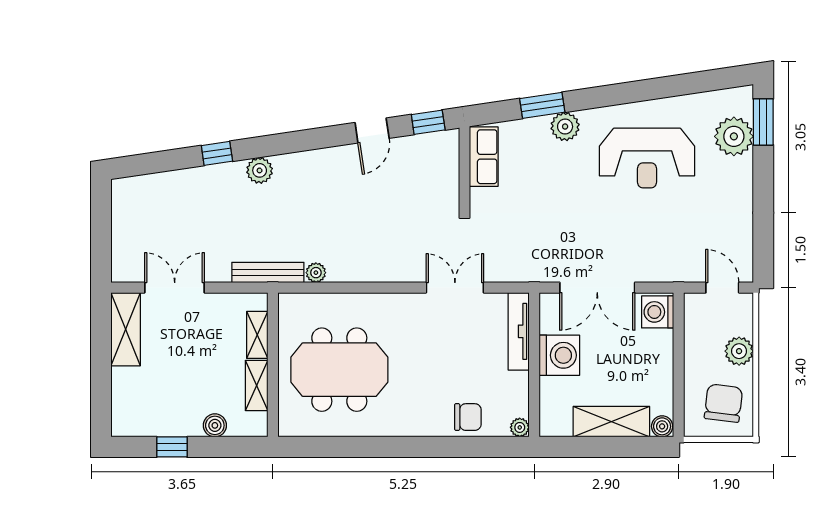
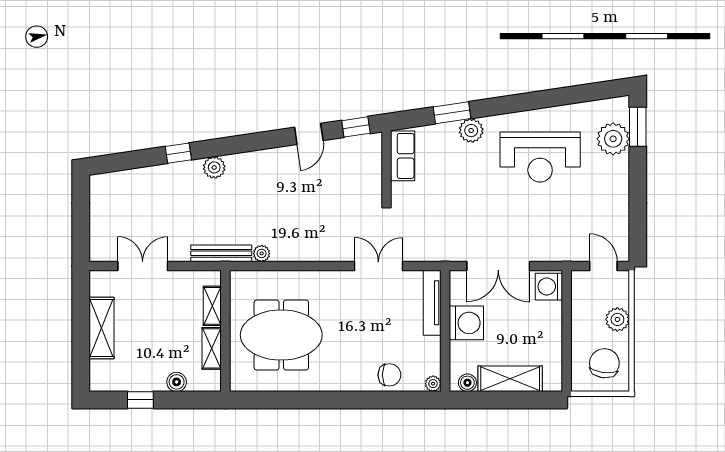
shelving: (126, 329) -> (102, 328), moved
boiler: (662, 426) -> (467, 383), moved

